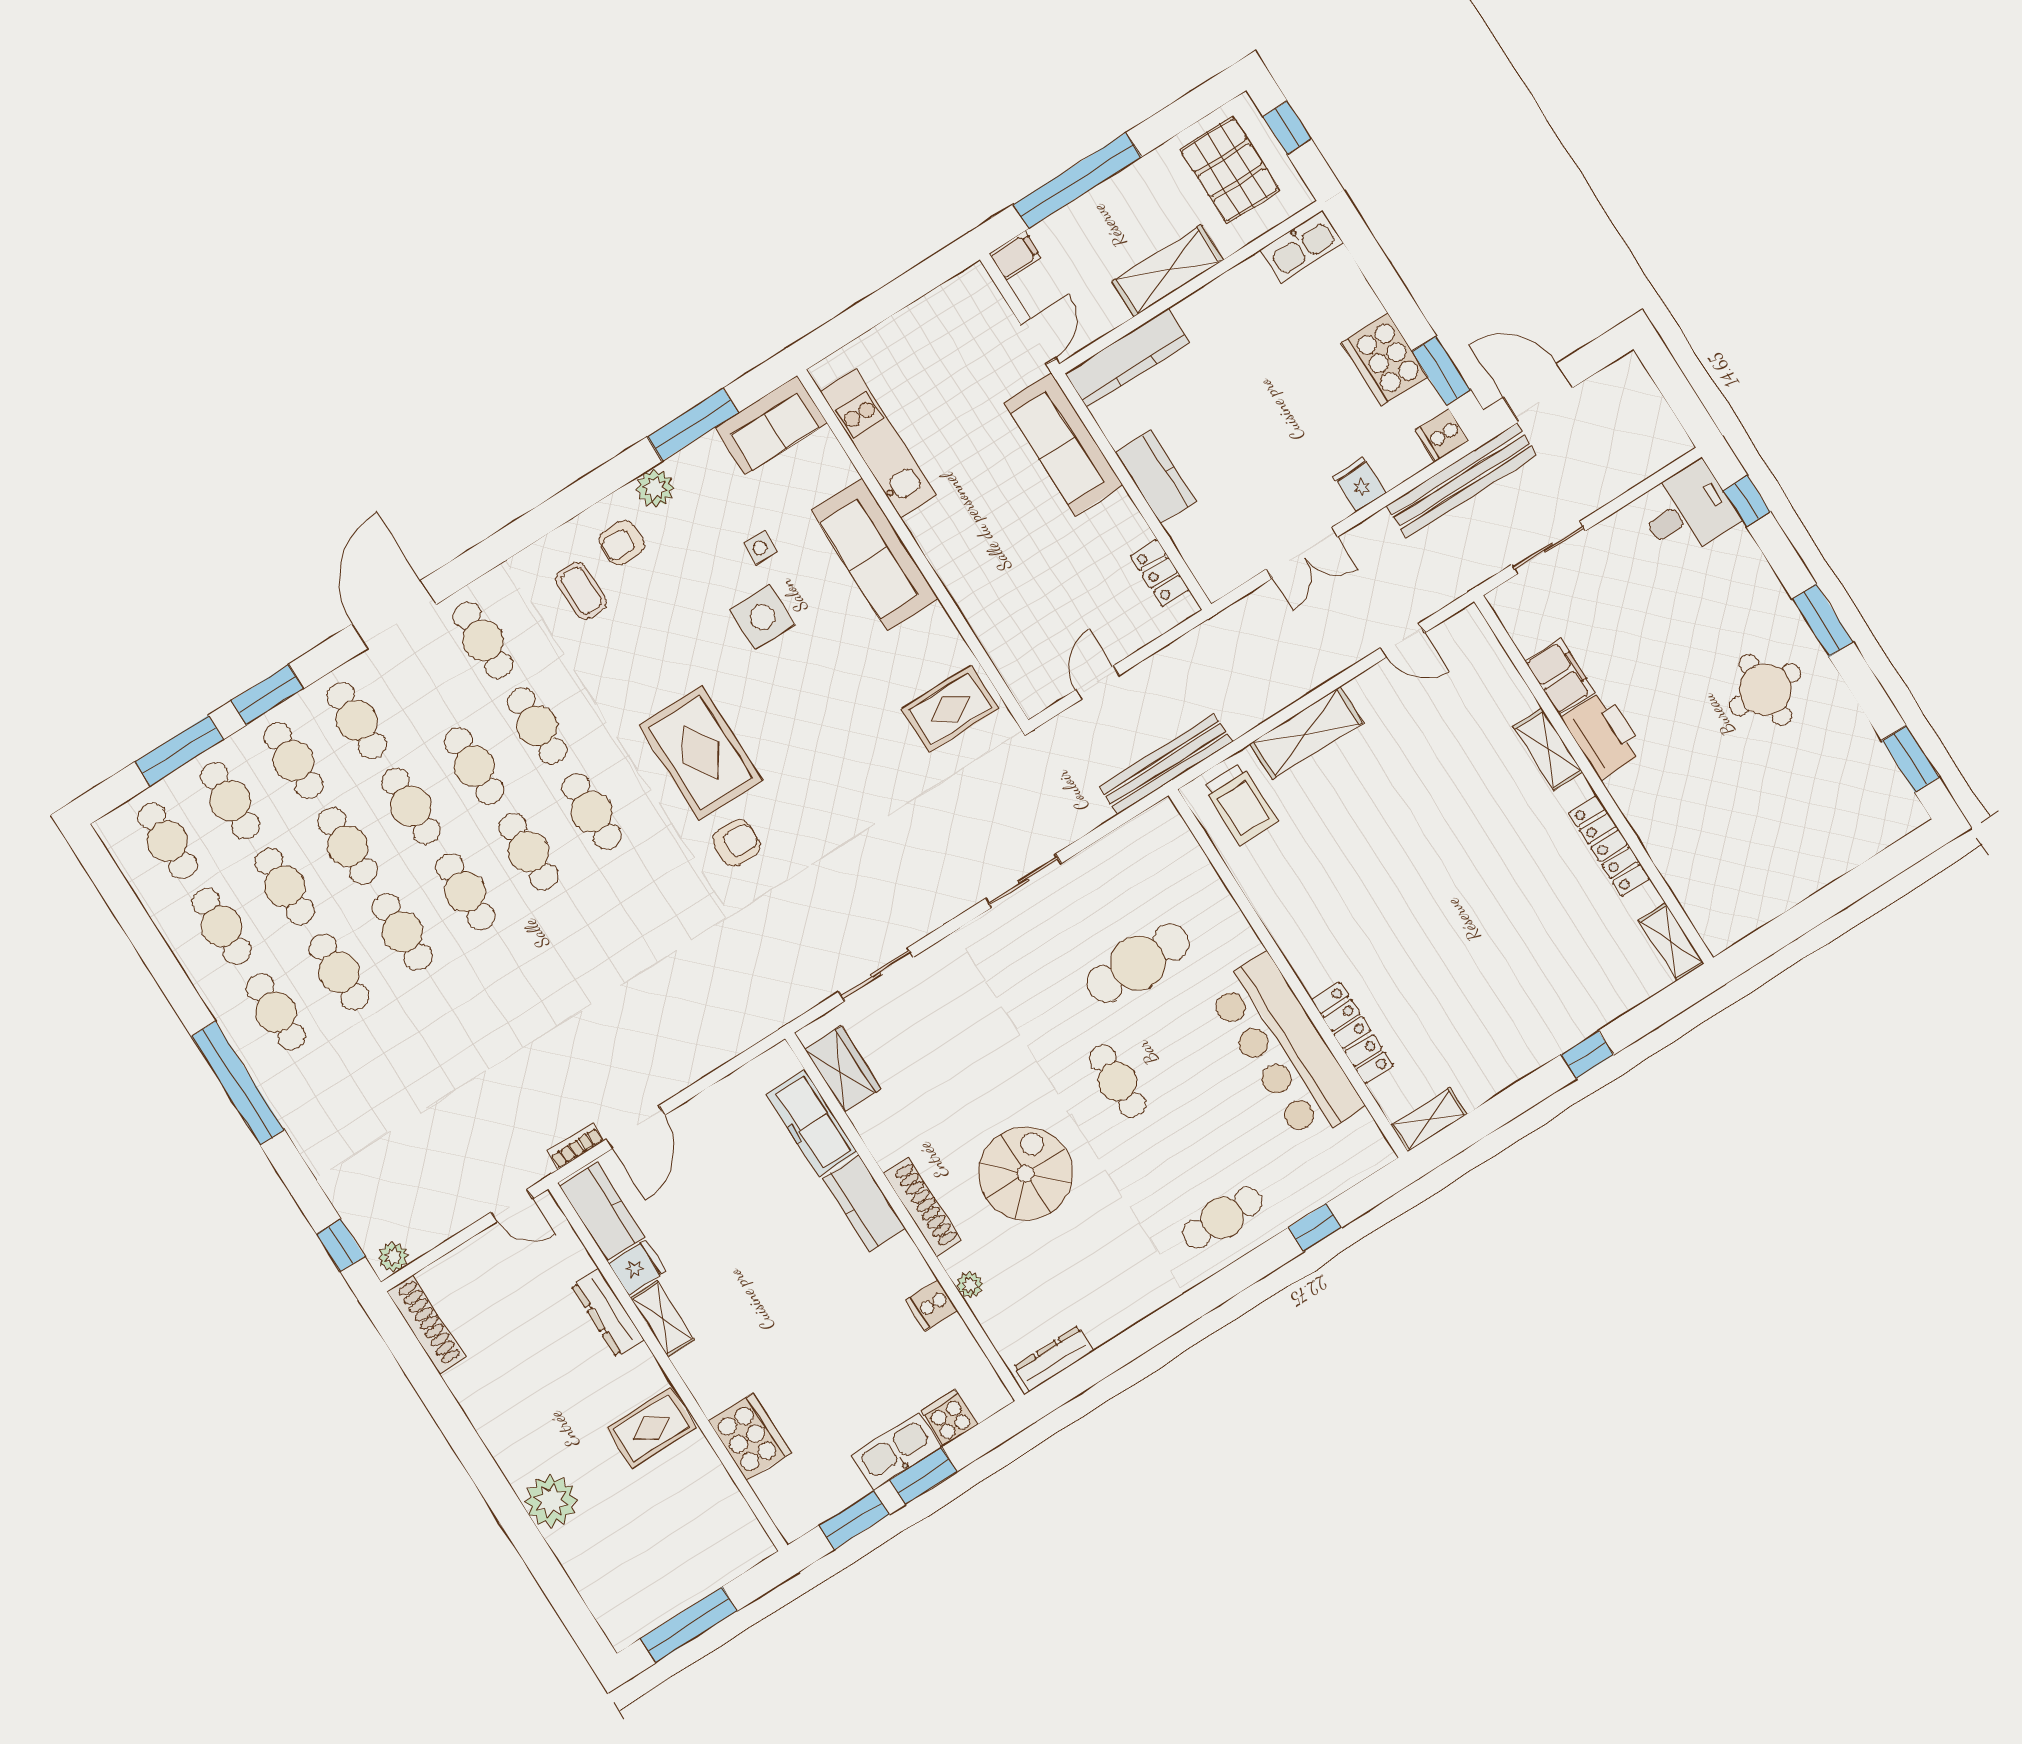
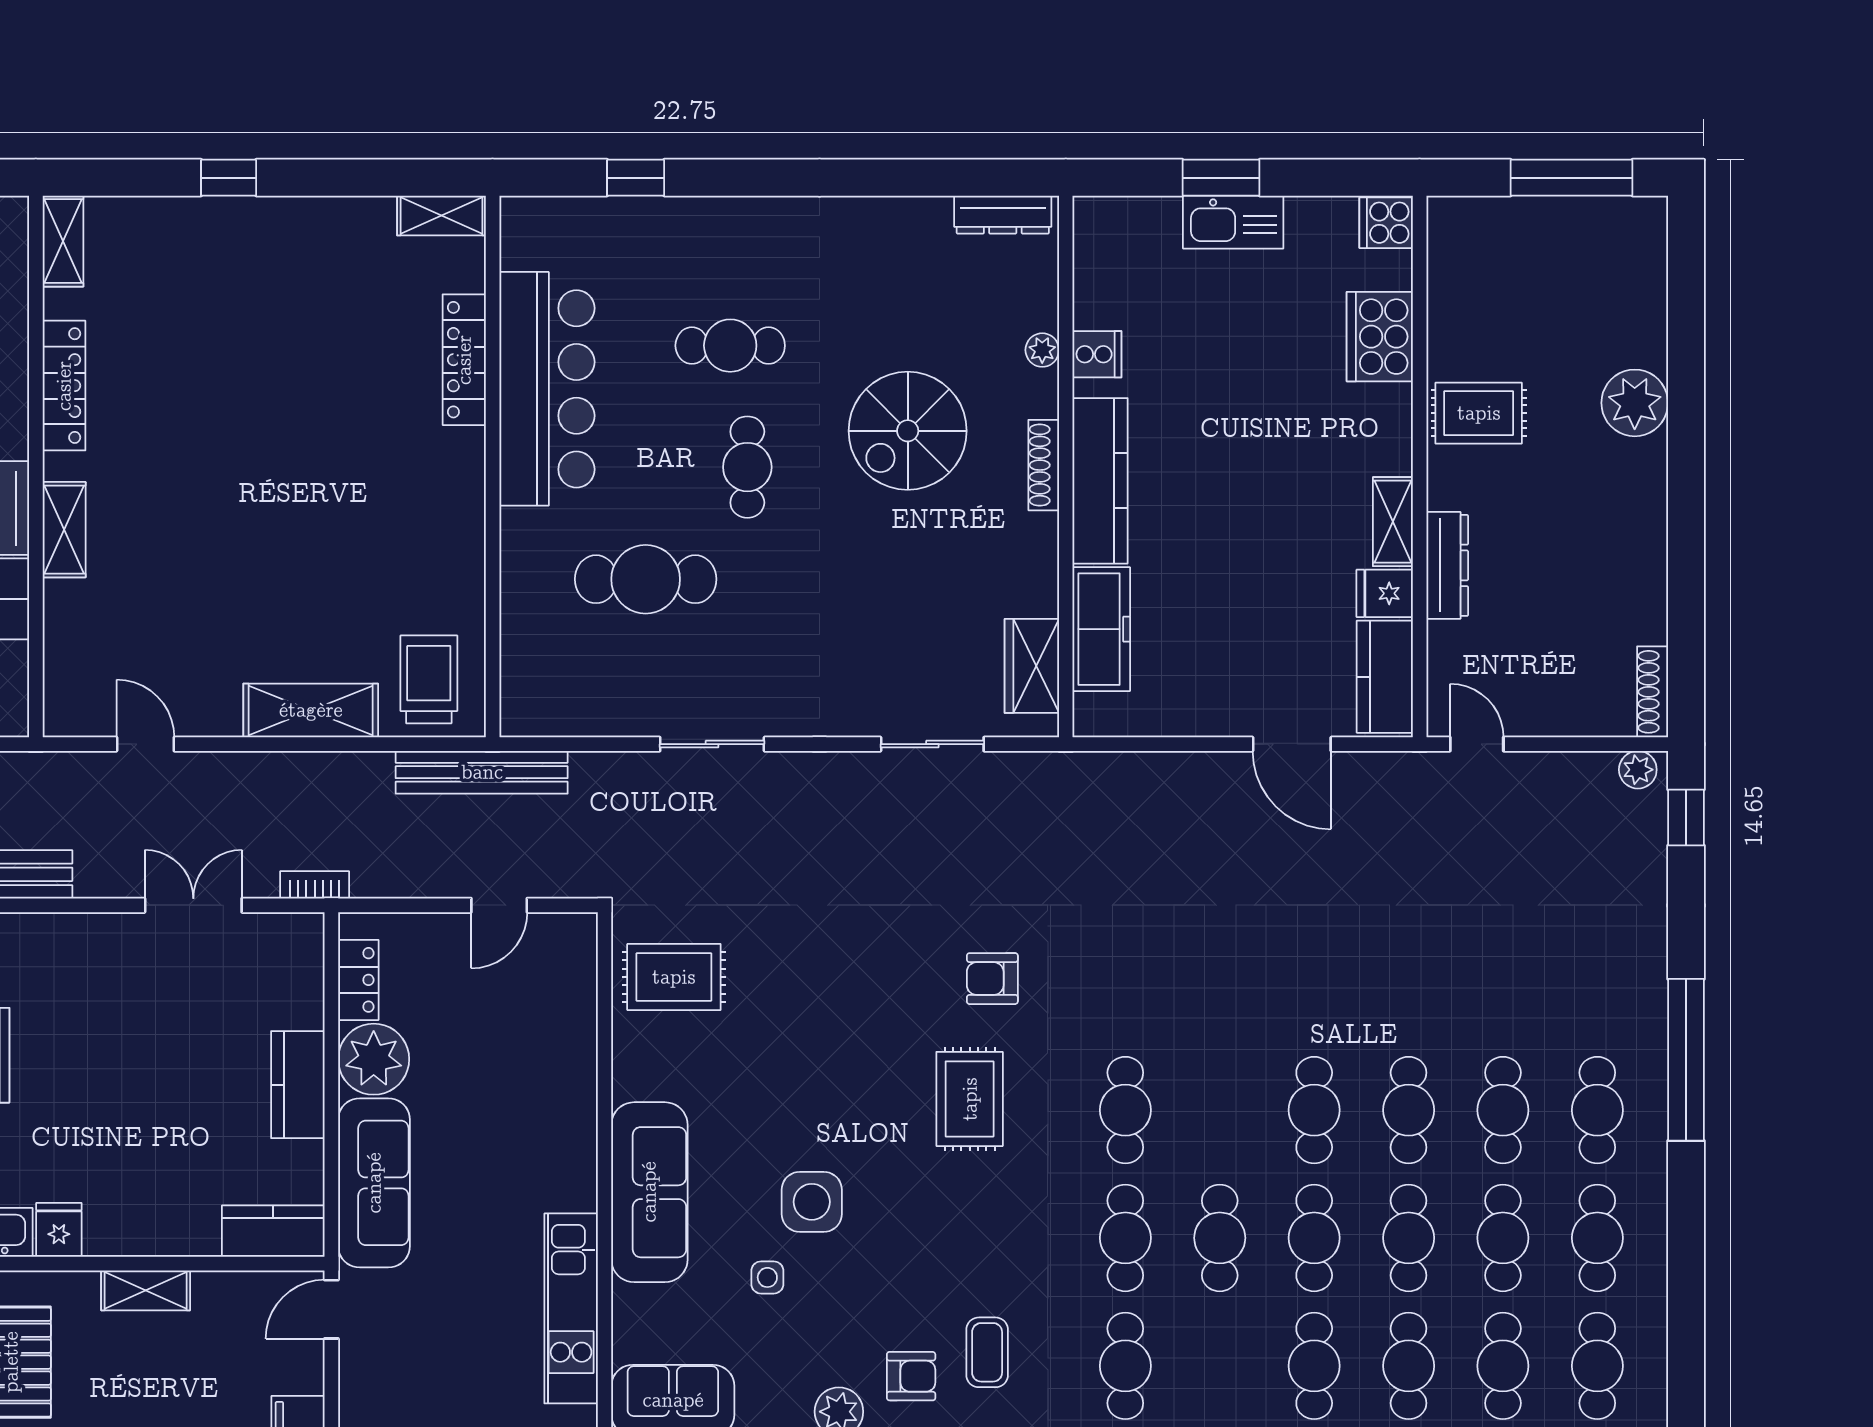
shelving: (1168, 271) -> (146, 1290), width x0.67, depth x0.75
kitchen counter: (1127, 358) -> (273, 1231), width x0.67
fridge: (1360, 485) -> (59, 1230), moved, turned 180
plant: (1116, 526) -> (374, 1059), added
rug: (700, 753) -> (970, 1099), width x0.73, depth x0.70
cafe table: (528, 852) -> (1220, 1110), removed
door: (635, 1127) -> (1292, 744), swing flipped
bookcase: (575, 1146) -> (315, 885), moved, turned 180
kitchen counter: (864, 1203) -> (1100, 481), width x1.50
shoe rack: (922, 1207) -> (1044, 465), width x0.74, depth x0.81
cafe table: (1223, 1218) -> (730, 346), moved
shoe rack: (426, 1325) -> (1653, 692), width x0.74, depth x0.81
cooker: (949, 1418) -> (1386, 223), moved, turned 90
window: (854, 1520) -> (1325, 178), removed

